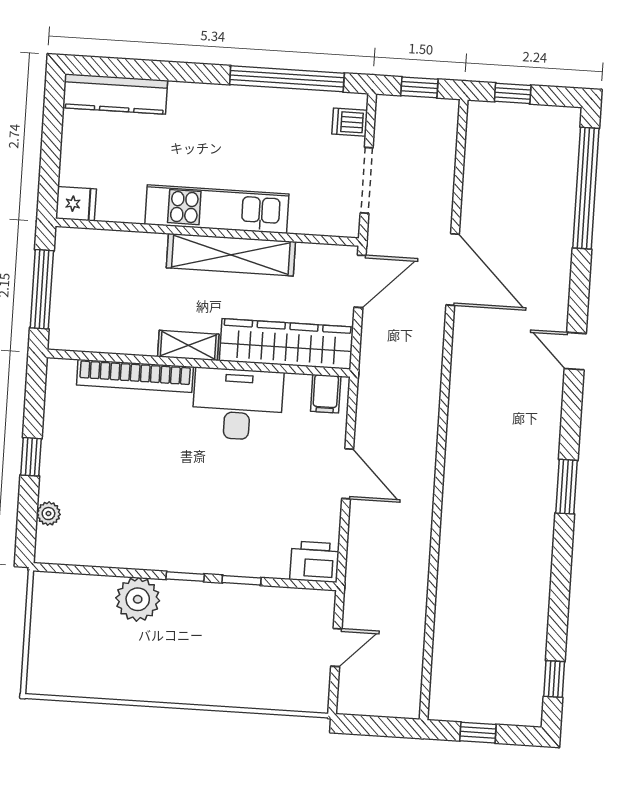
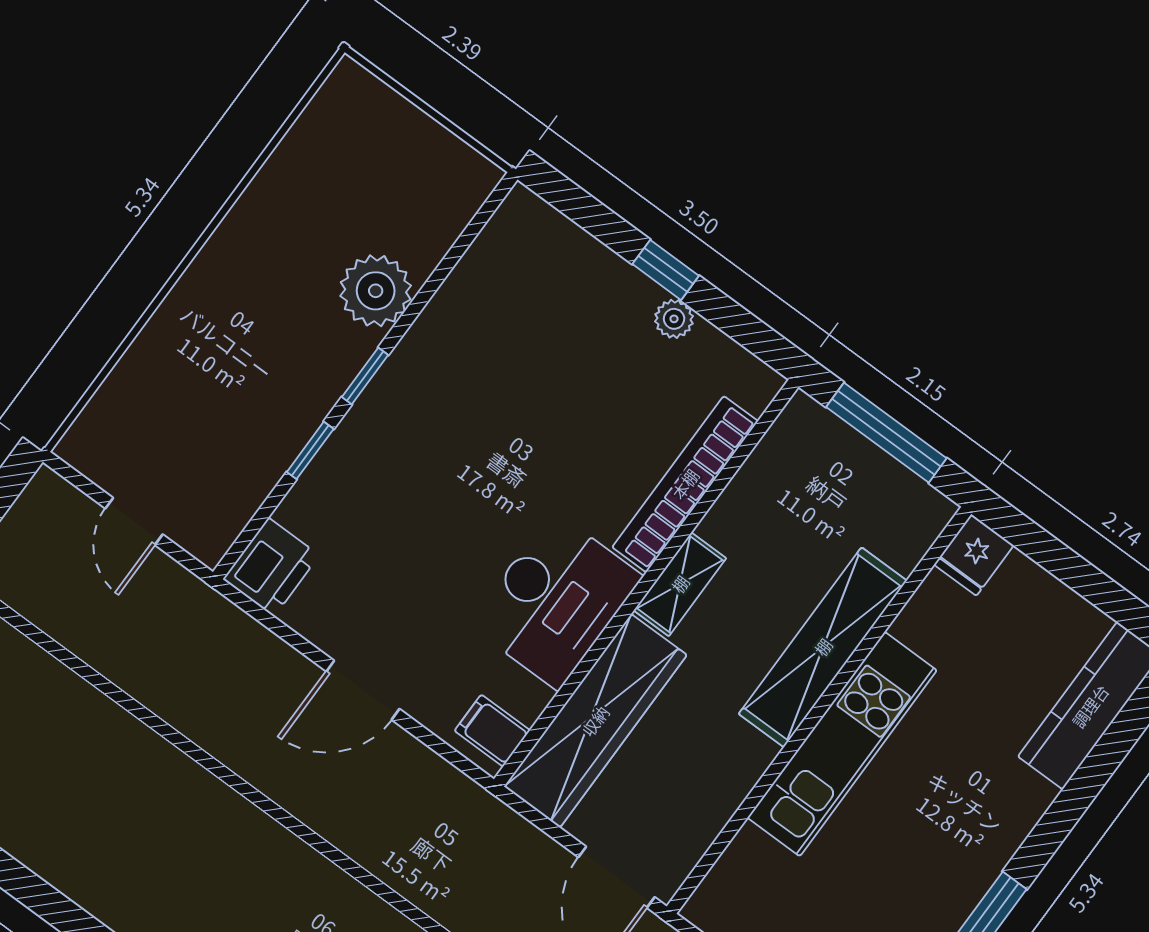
shelving: (231, 255) -> (823, 647), moved
plant: (48, 514) -> (674, 319), moved

